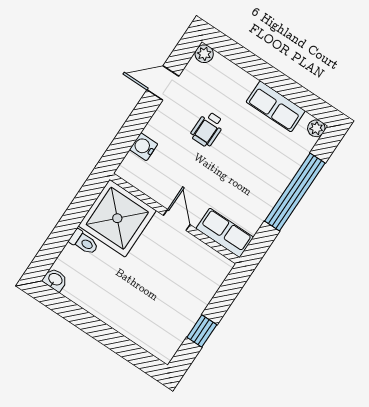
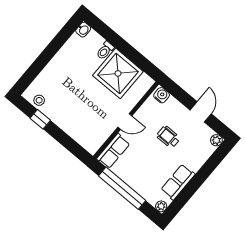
wall: (175, 219) -> (126, 120), moved
door: (177, 220) -> (125, 121), moved
row of seats: (225, 233) -> (113, 151), moved
stool: (172, 336) -> (39, 100), added

